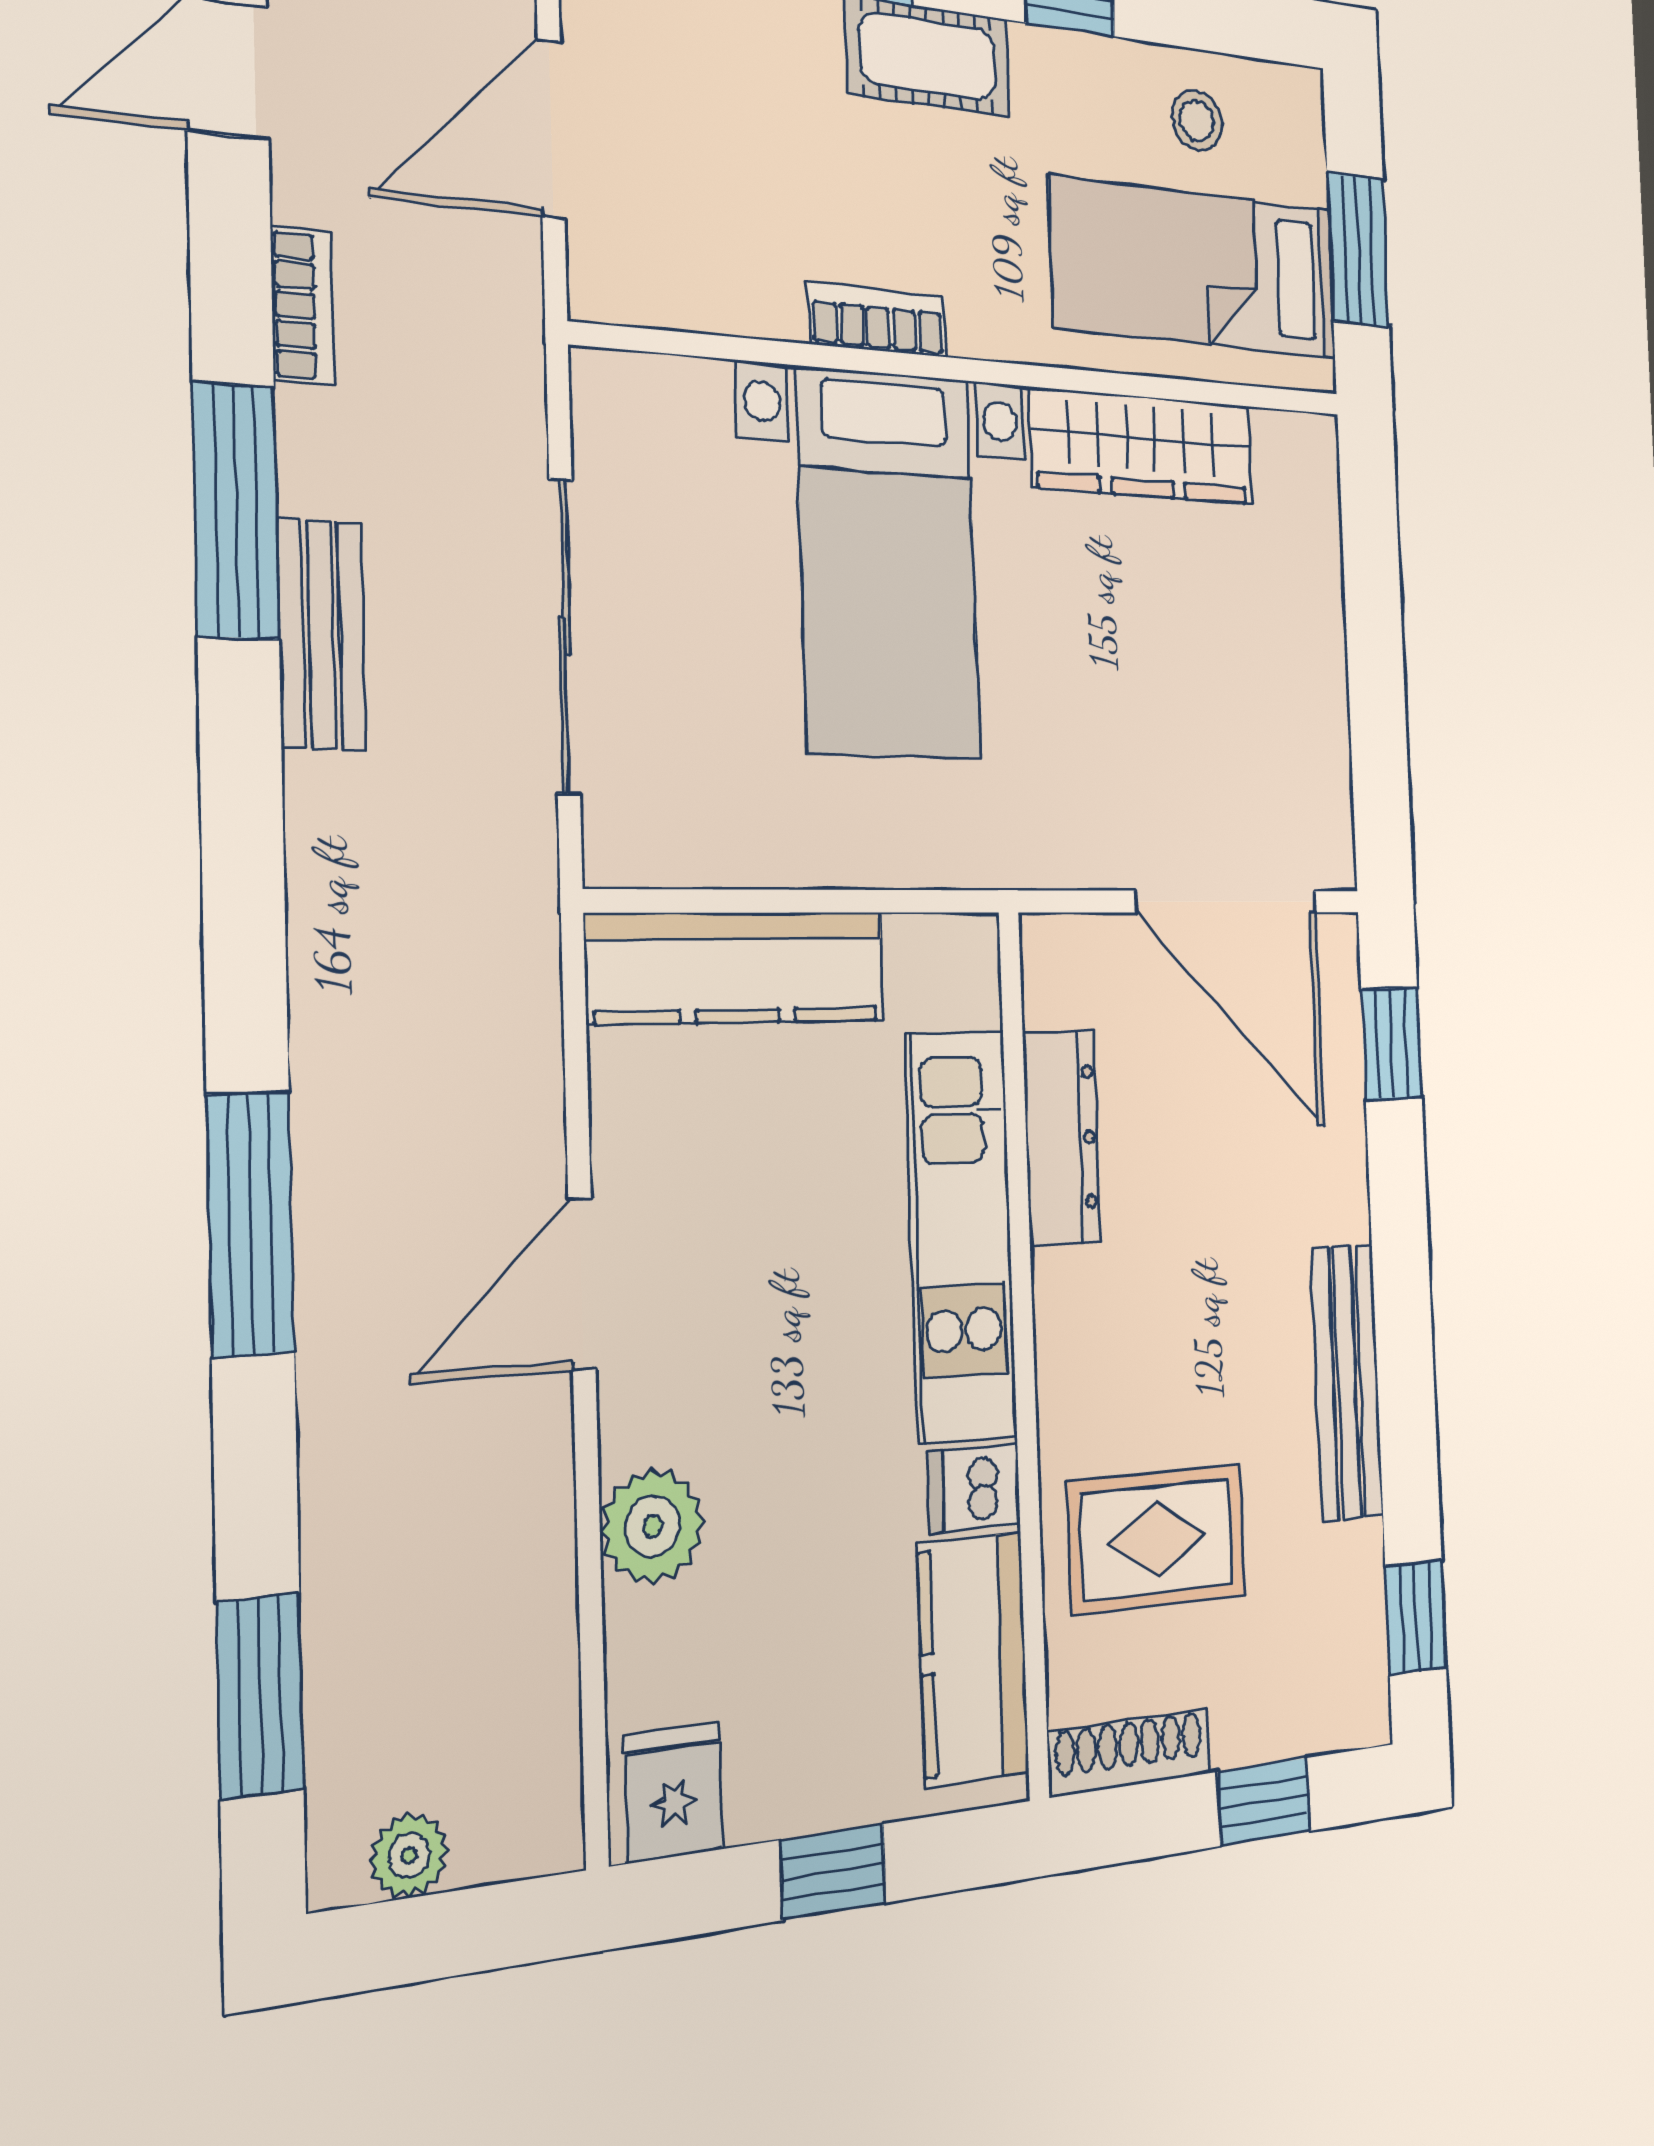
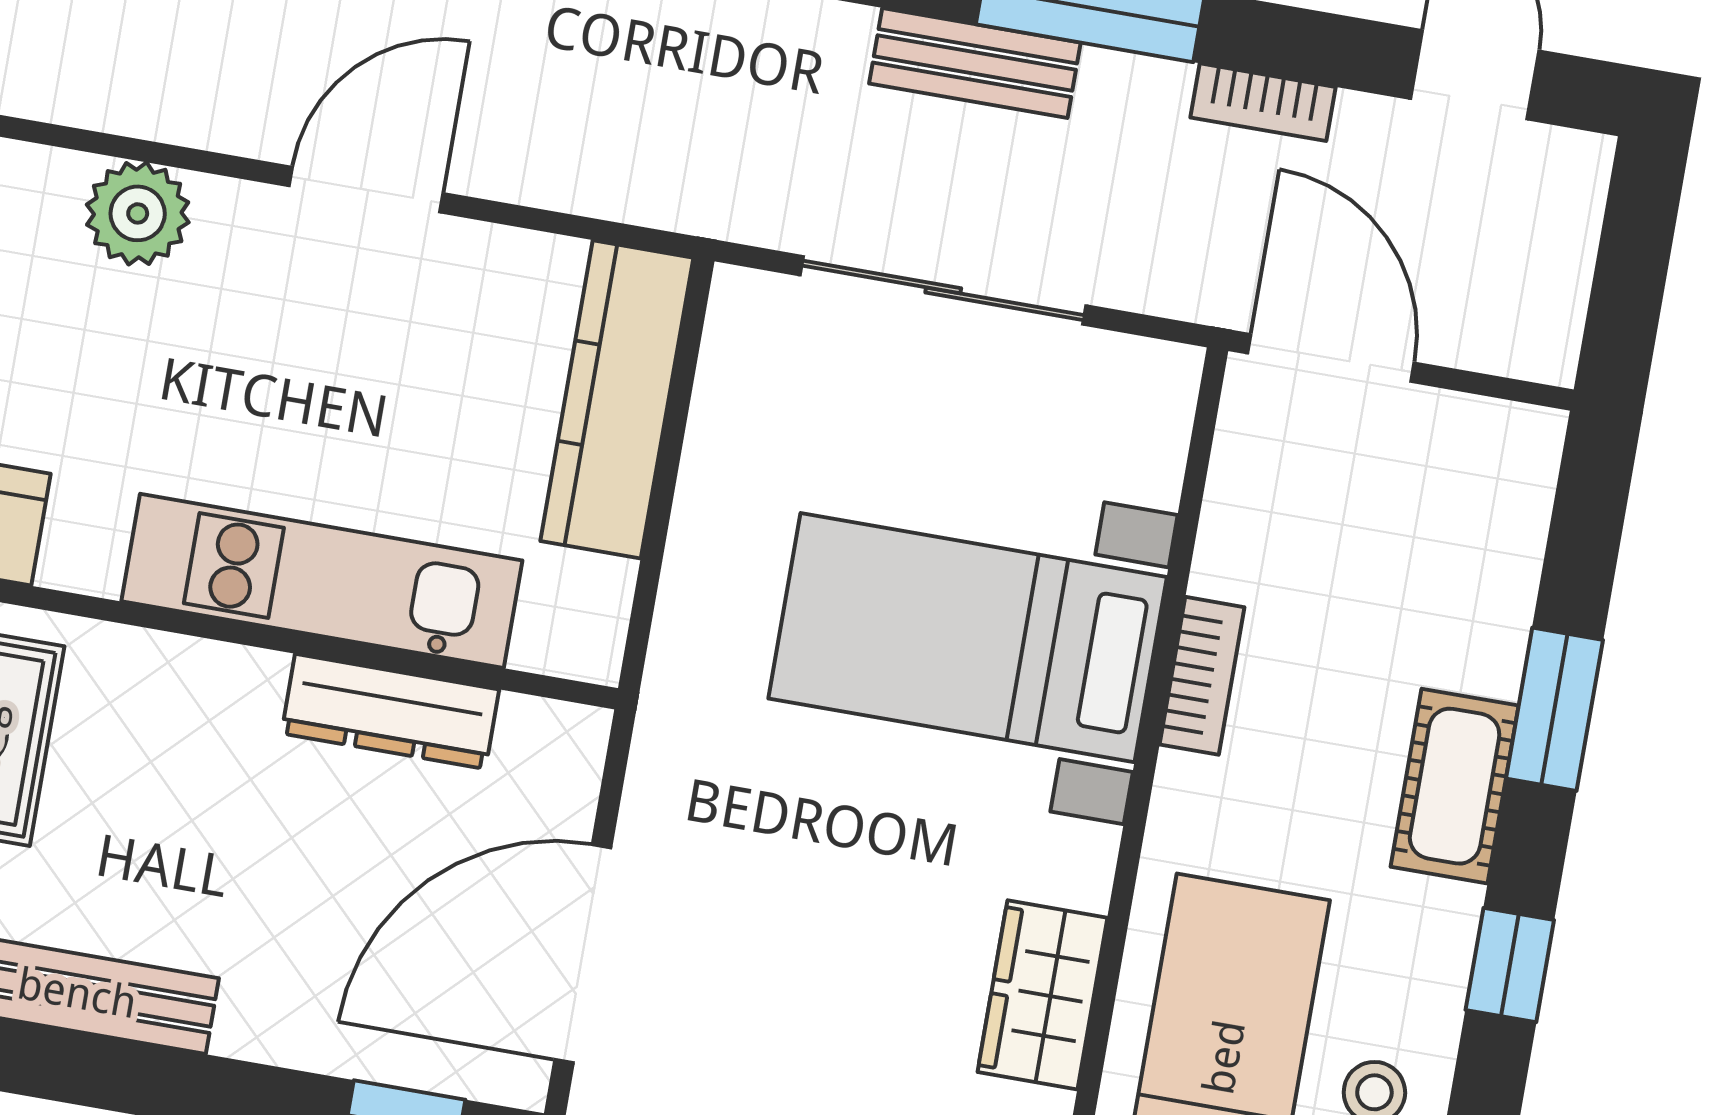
door: (551, 129) -> (1331, 358), moved
wardrobe: (1142, 446) -> (1042, 995), width x0.67
door: (582, 1284) -> (366, 190), hinge flipped
dishwasher: (974, 1488) -> (85, 545), removed

